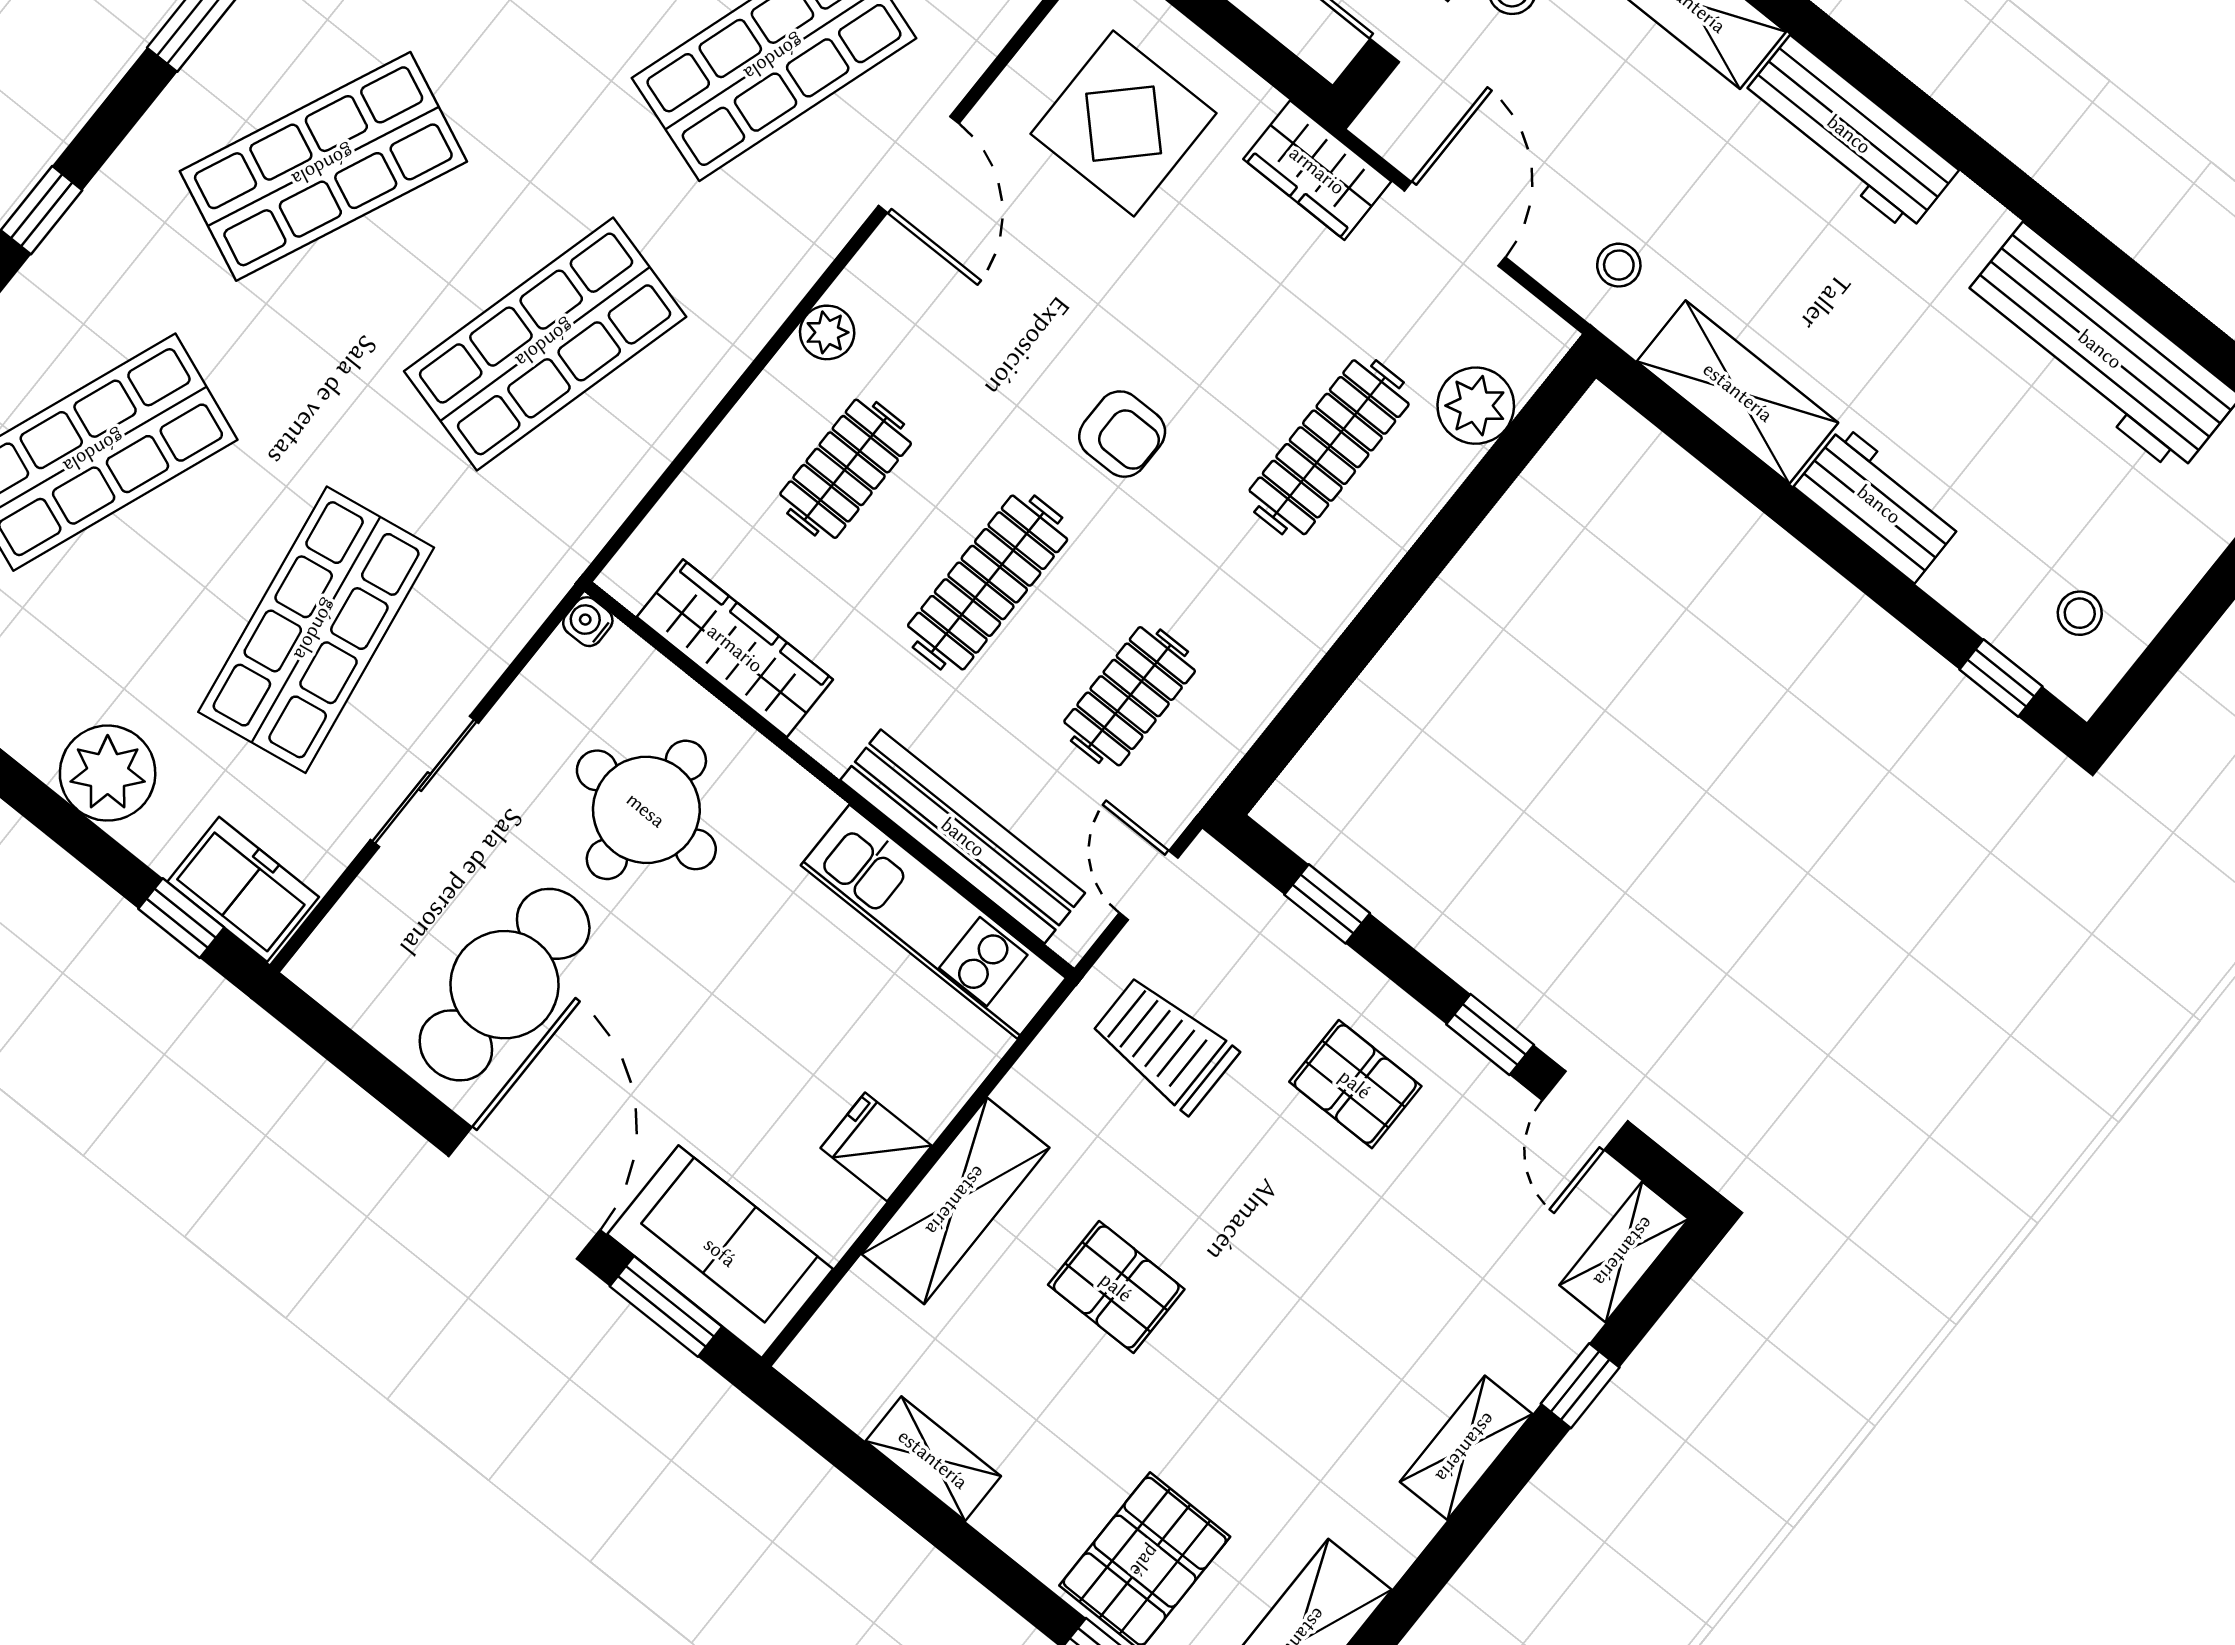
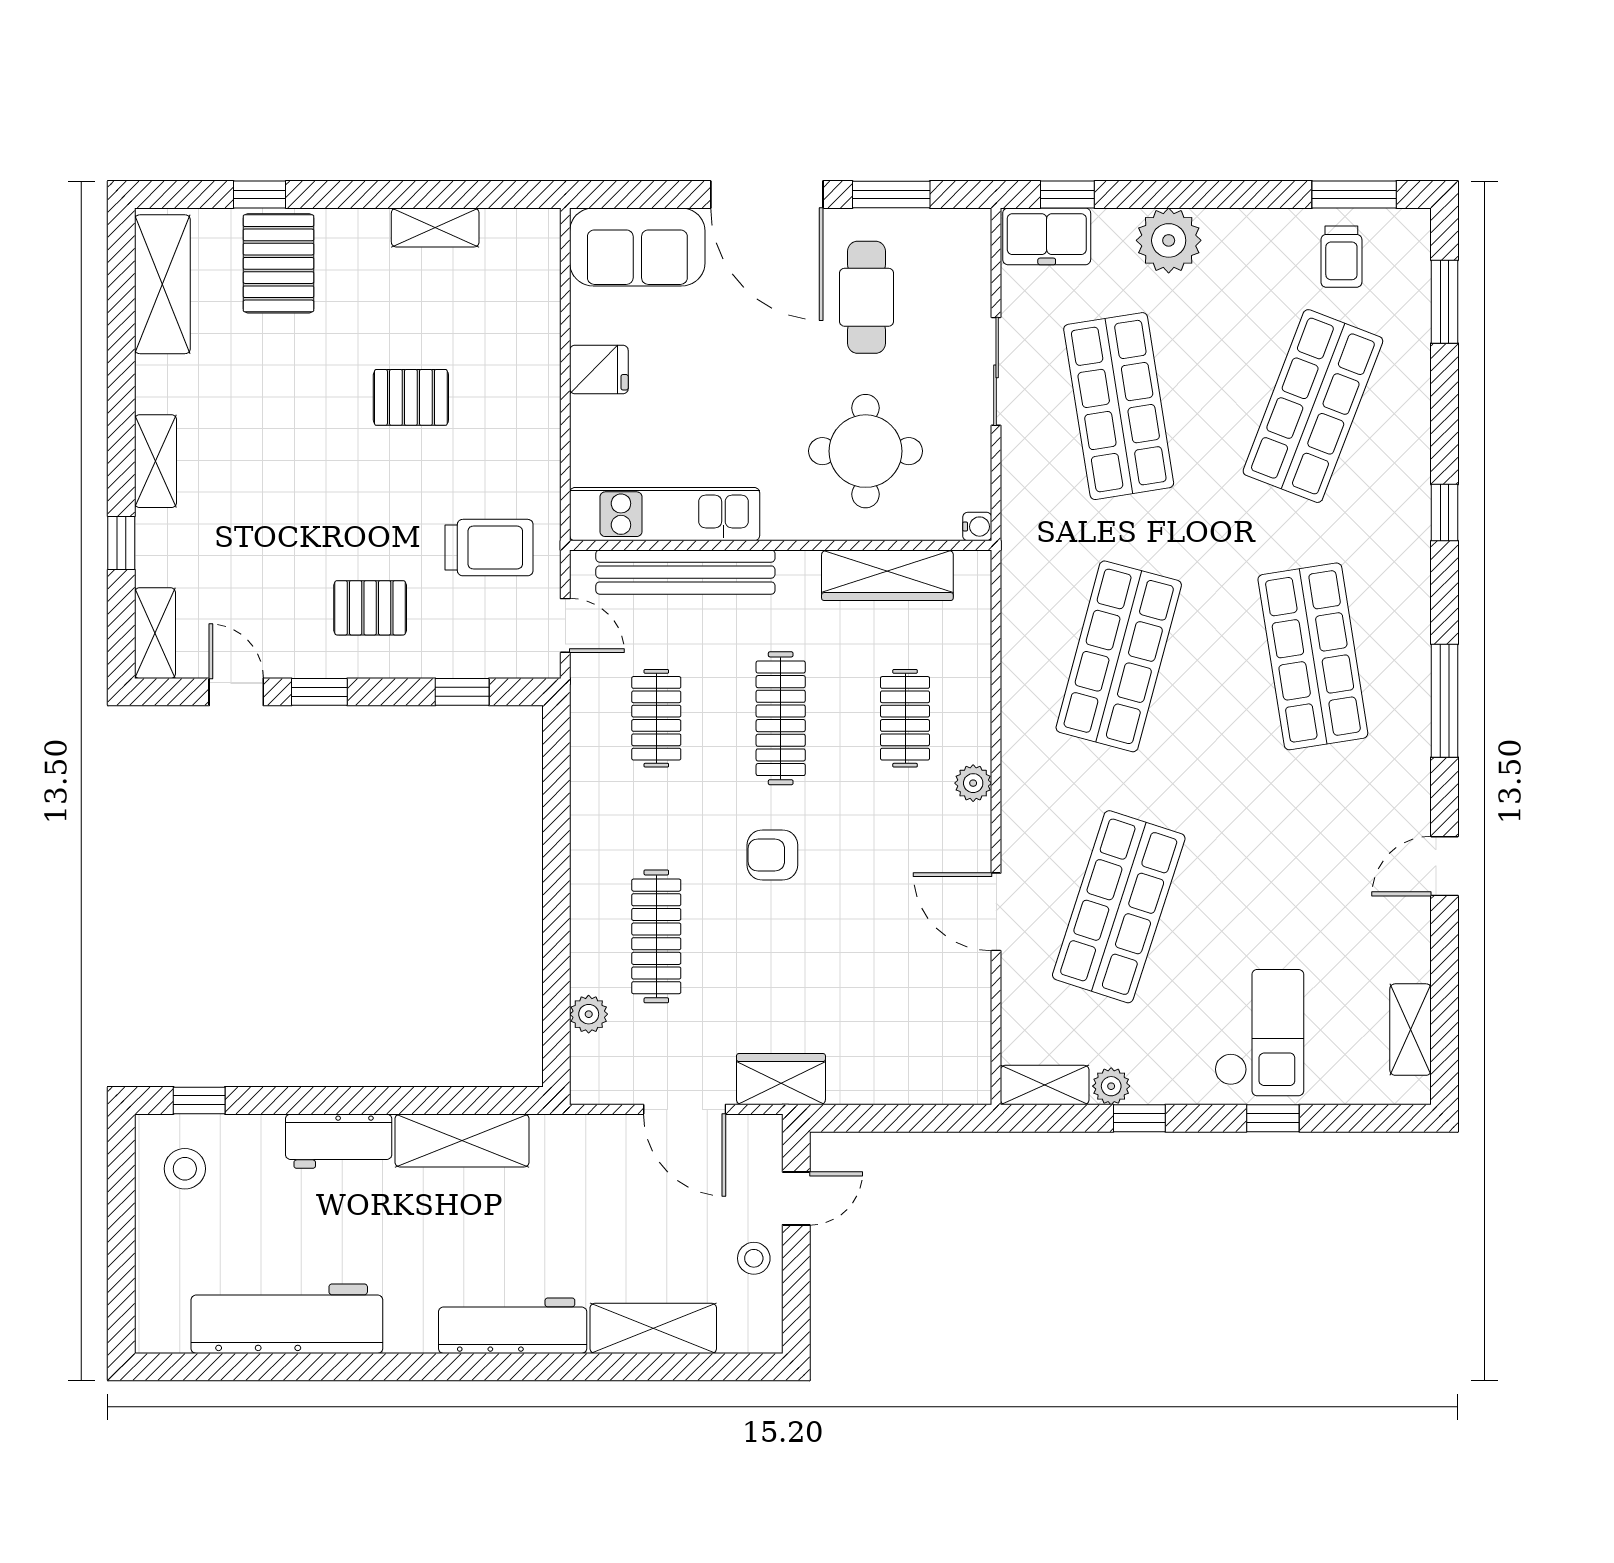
display table: (1124, 124) -> (904, 1021), removed
shop shelf: (323, 166) -> (1313, 656), turned -33
stool: (1619, 265) -> (580, 1157), removed
plant: (1476, 406) -> (589, 1014), width x0.73, depth x0.73
stool: (2080, 613) -> (185, 1169), width x1.37, depth x1.37
cafe table: (505, 985) -> (867, 297), width x0.73, depth x0.74
shelving: (956, 1201) -> (533, 375), removed
window: (666, 1306) -> (891, 195), moved

